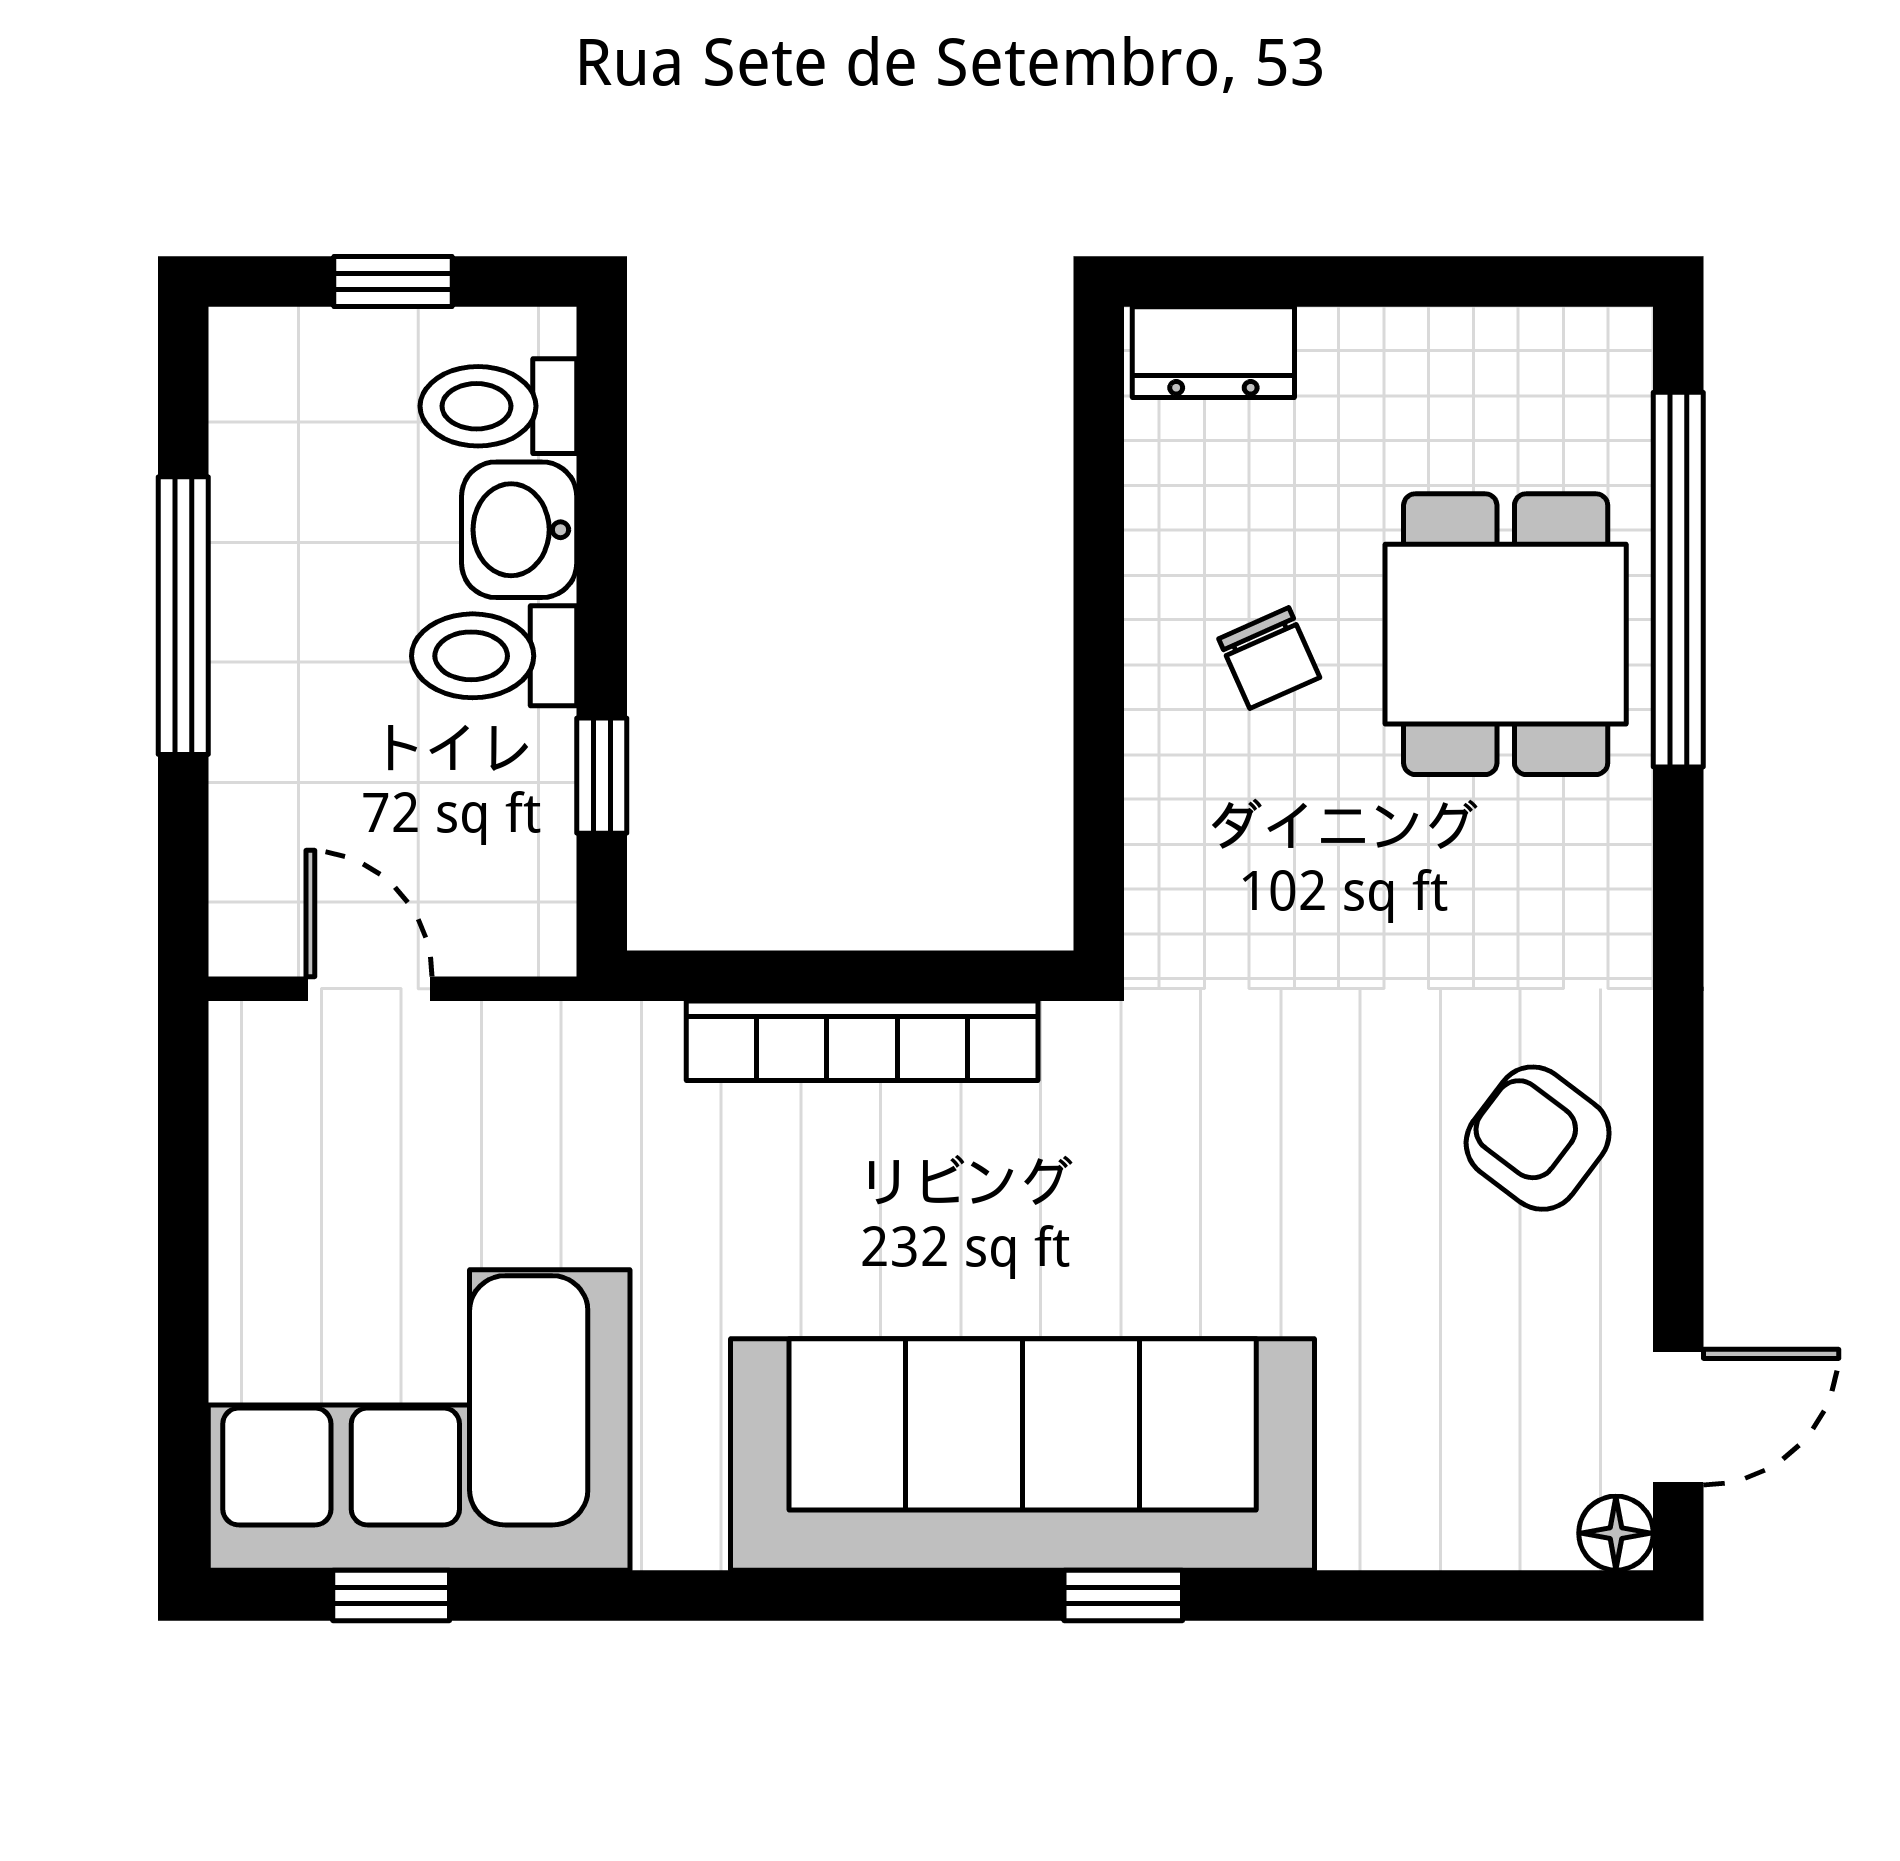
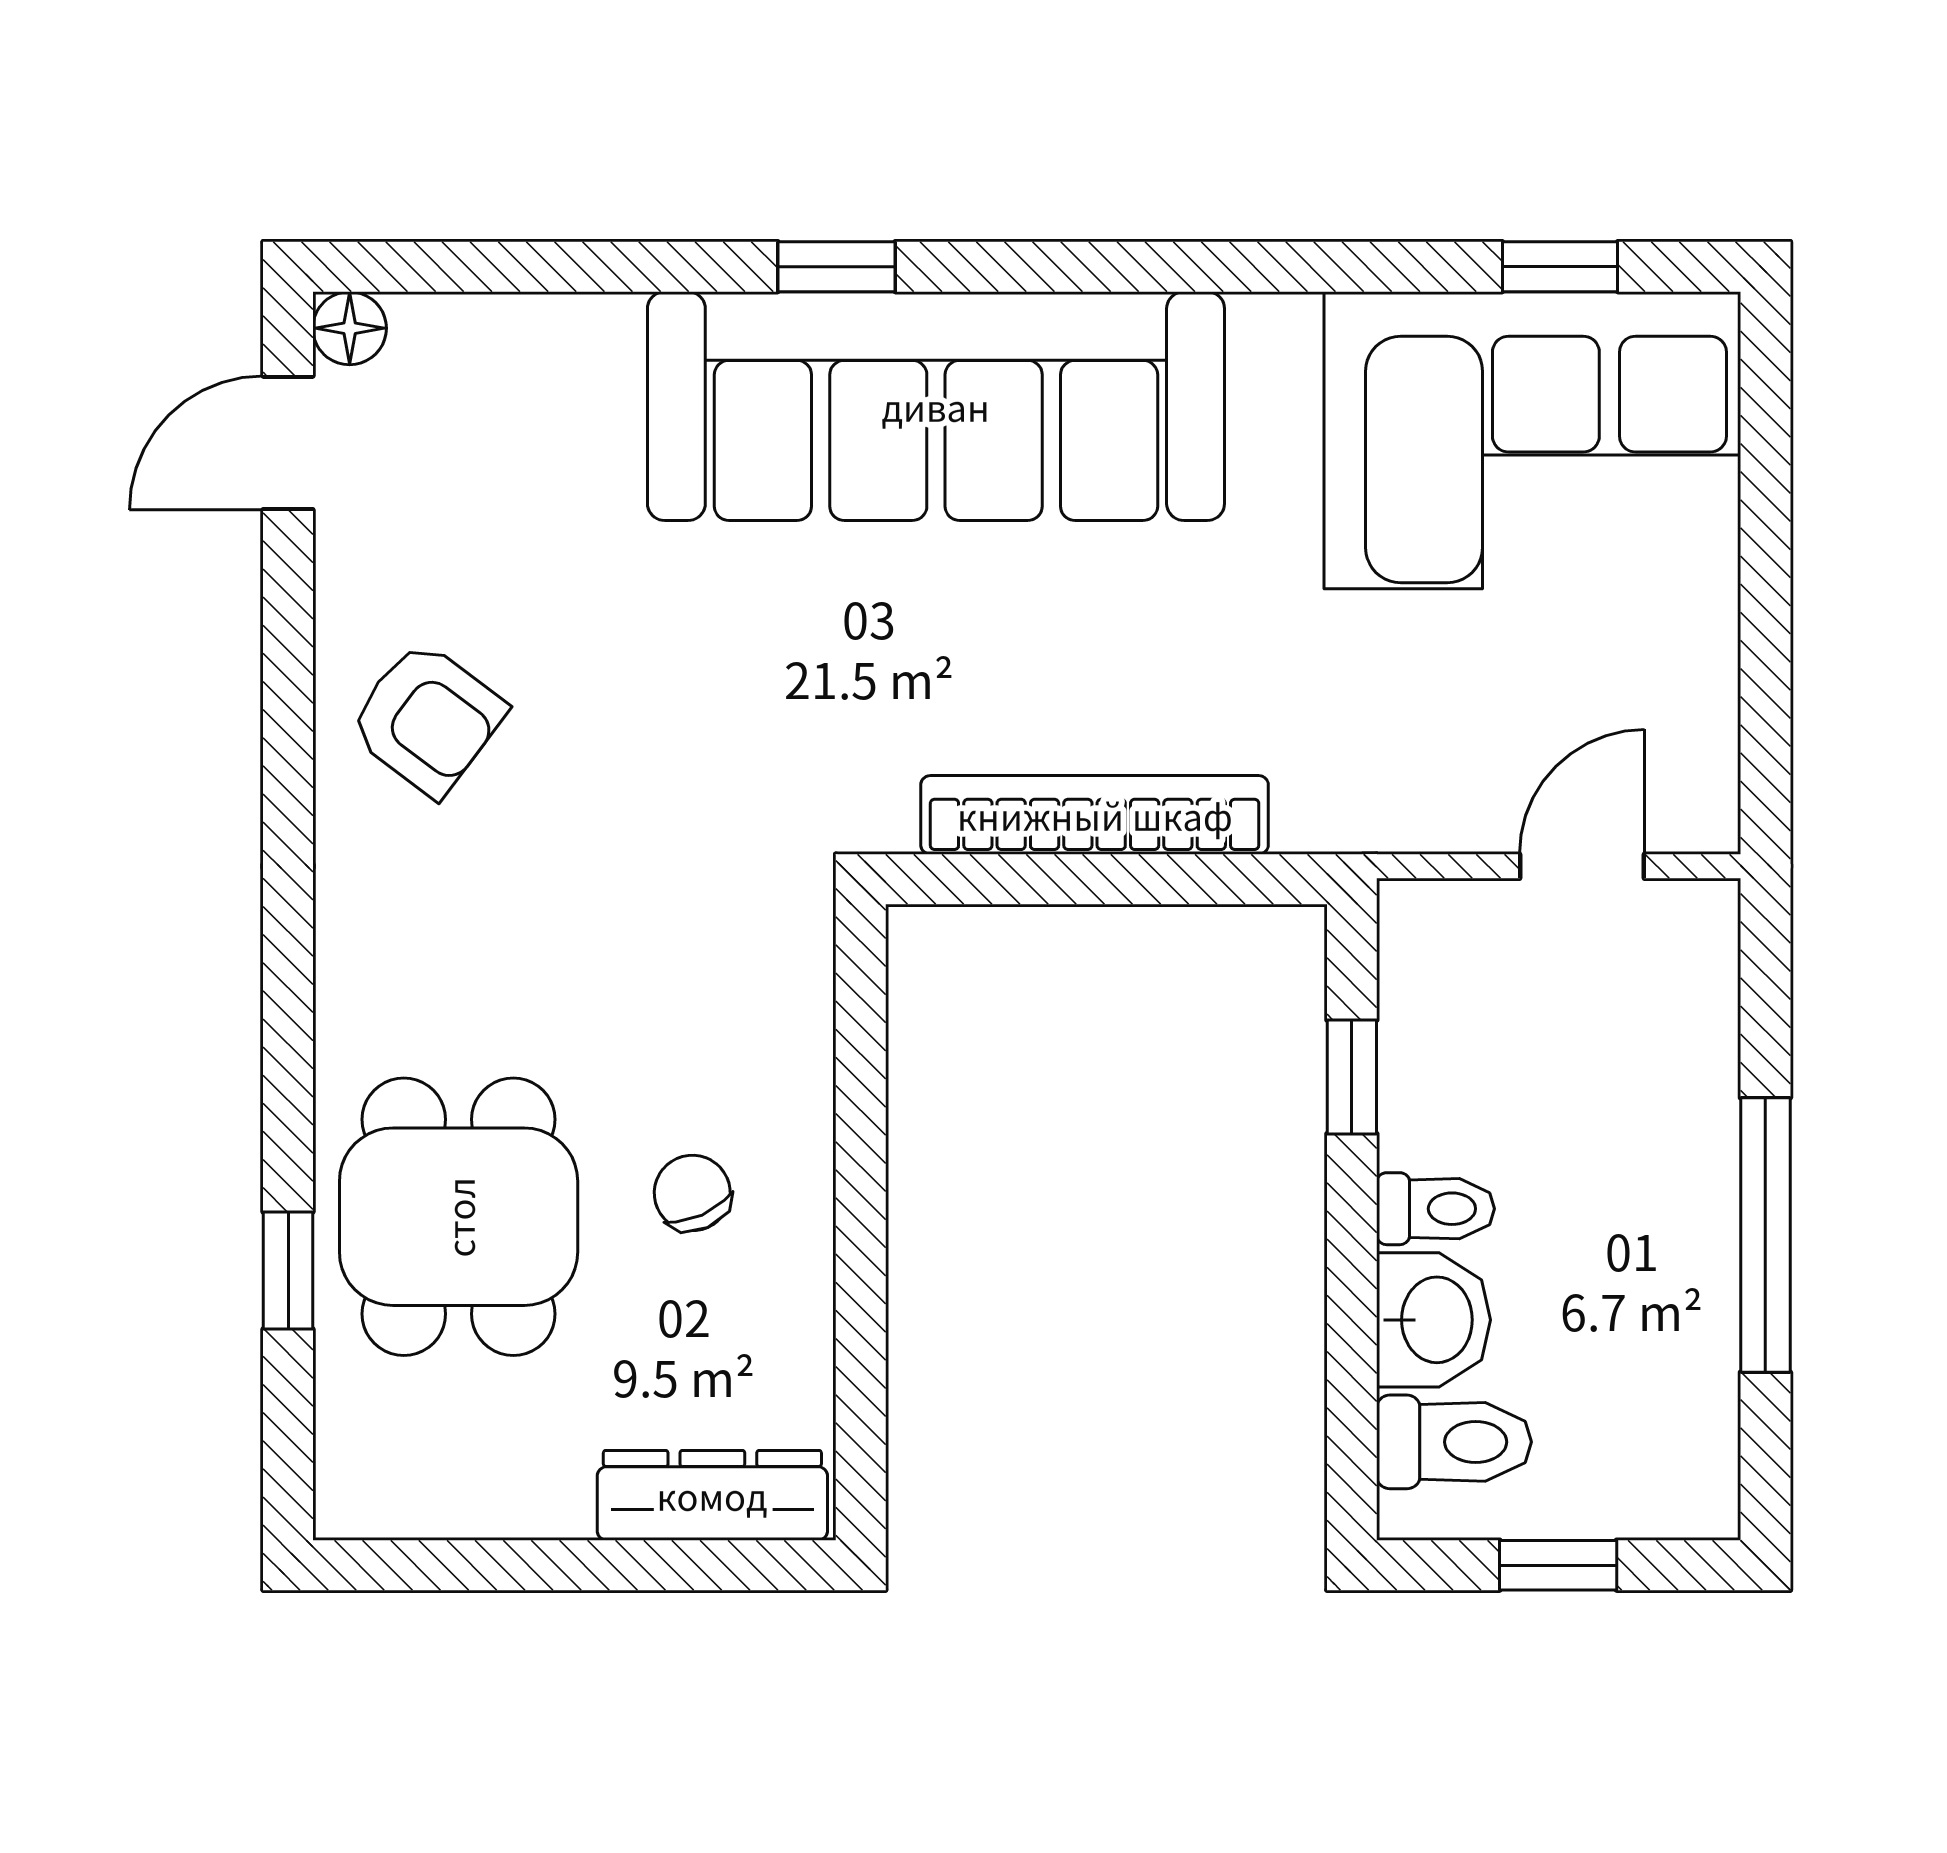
dresser: (1213, 352) -> (712, 1495), width x1.44
window: (1678, 580) -> (288, 1271), width x0.32
toilet: (494, 656) -> (1435, 1209), width x0.73, depth x0.72
door: (369, 989) -> (1582, 866), swing flipped

